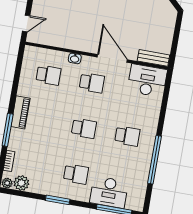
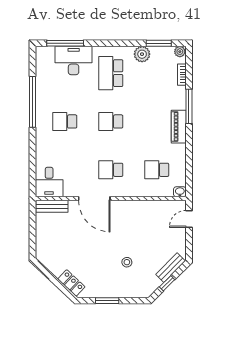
washbasin: (75, 58) -> (180, 192), moved
desk: (147, 81) -> (49, 182), width x0.73
school desk: (76, 174) -> (111, 73), width x1.85
plant: (21, 183) -> (142, 54), moved
window: (58, 200) -> (159, 43), moved

